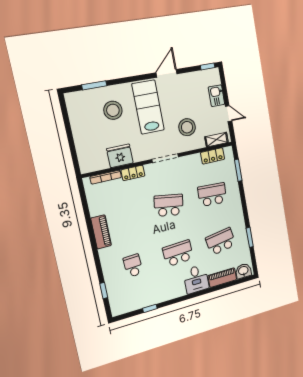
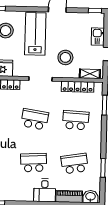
locker: (213, 156) -> (78, 87), width x1.53

